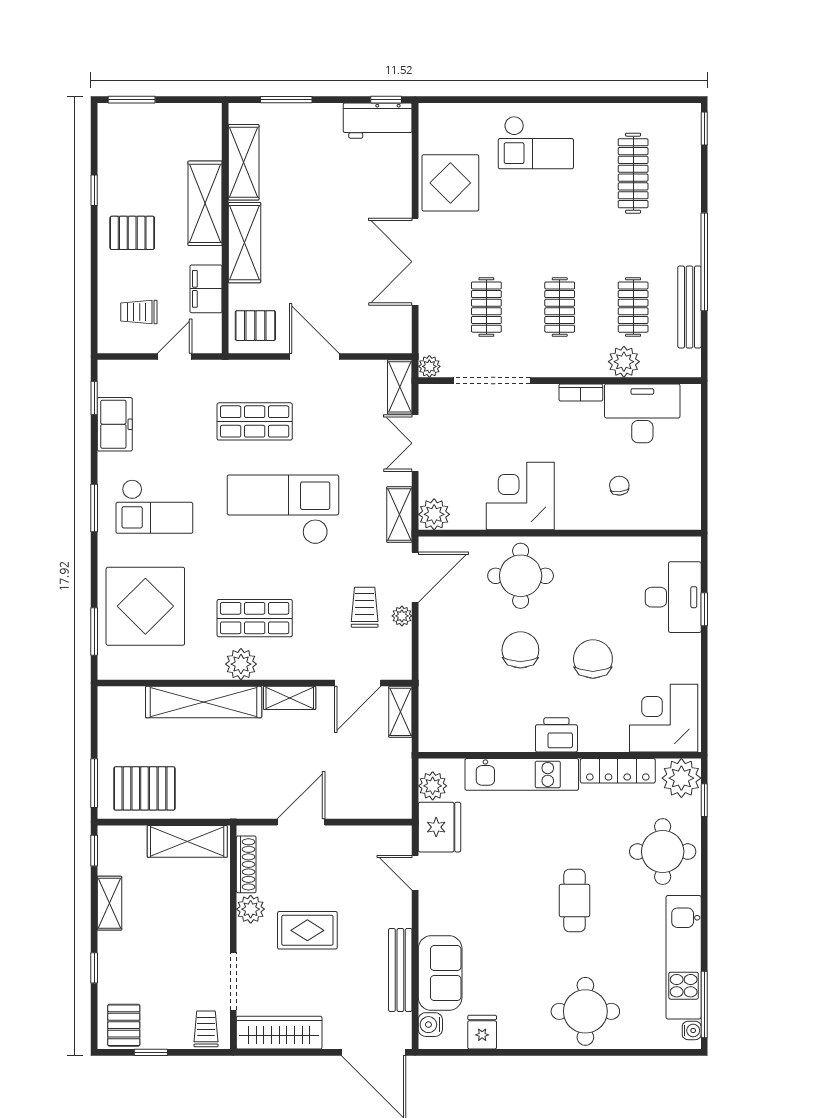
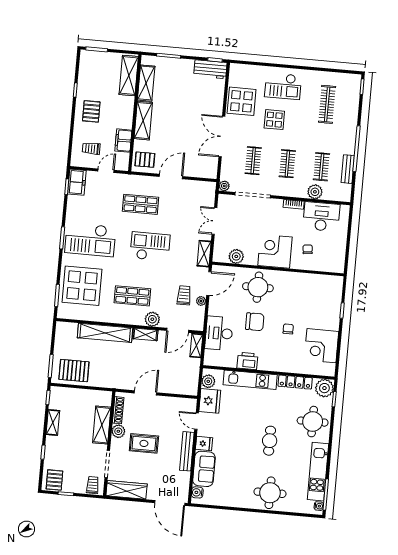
shelving: (205, 203) -> (129, 75), moved
display table: (524, 216) -> (274, 120), added
pallet: (132, 233) -> (91, 111), turned 90
bench: (689, 307) -> (348, 169), width x0.73
door: (314, 357) -> (171, 177), hinge flipped
shelving: (400, 387) -> (210, 194), removed
freezer: (115, 424) -> (77, 182), moved
corner desk: (520, 496) -> (275, 251), moved
checkout: (154, 507) -> (90, 240), width x1.36, depth x1.21
checkout: (283, 510) -> (150, 246), width x0.73, depth x0.83
plant: (434, 514) -> (236, 256), moved
desk: (673, 597) -> (219, 333), moved, turned 180
chair: (520, 650) -> (255, 322), turned 90
chair: (593, 659) -> (288, 329), width x0.54, depth x0.54
plant: (241, 664) -> (152, 319), moved
corner desk: (664, 718) -> (321, 346), moved, turned -90
printer: (556, 735) -> (247, 361), moved
shelving: (187, 841) -> (102, 425), moved, turned 90
bench: (400, 970) -> (187, 451), moved
fridge: (482, 1032) -> (204, 444), moved, turned 90

